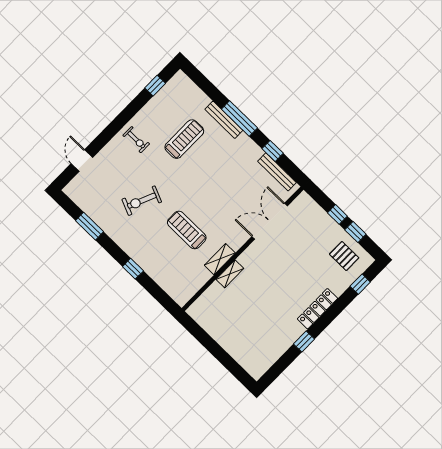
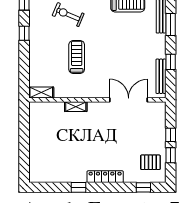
window: (239, 118) -> (171, 24), width x0.69
pallet: (344, 256) -> (150, 162), turned 90
shelving: (220, 259) -> (41, 92), moved
window: (133, 269) -> (24, 33), moved

